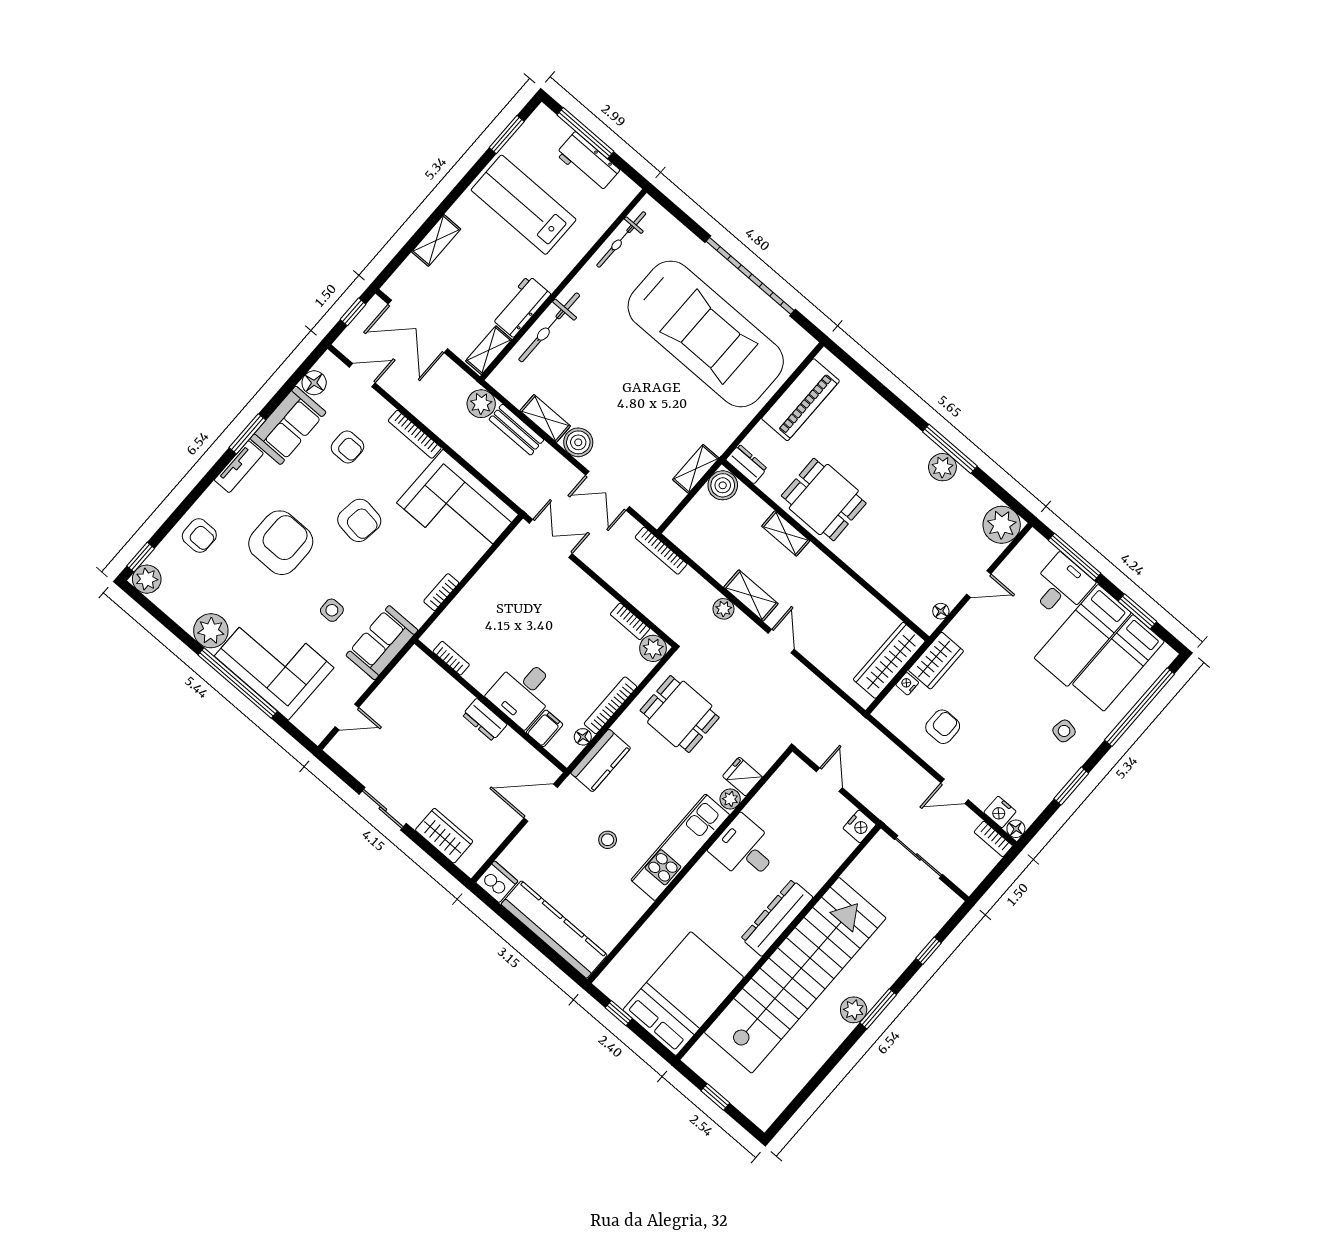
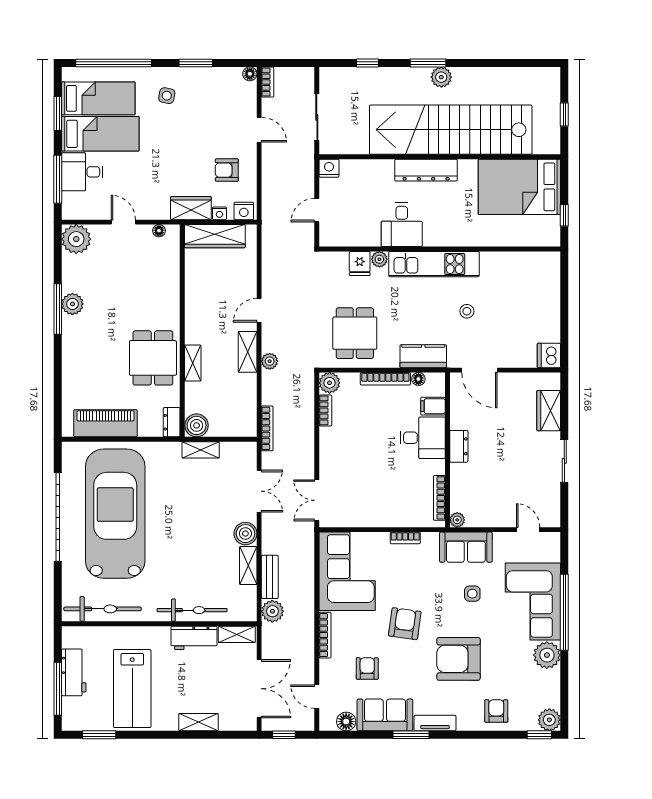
bicycle: (621, 239) -> (103, 609), width x1.37, depth x1.40
plant: (415, 657) -> (457, 520), added
bookcase: (451, 658) -> (439, 498), width x1.56
nightstand: (1000, 812) -> (244, 211), moved, turned 90
kitchen counter: (554, 930) -> (548, 297), removed

